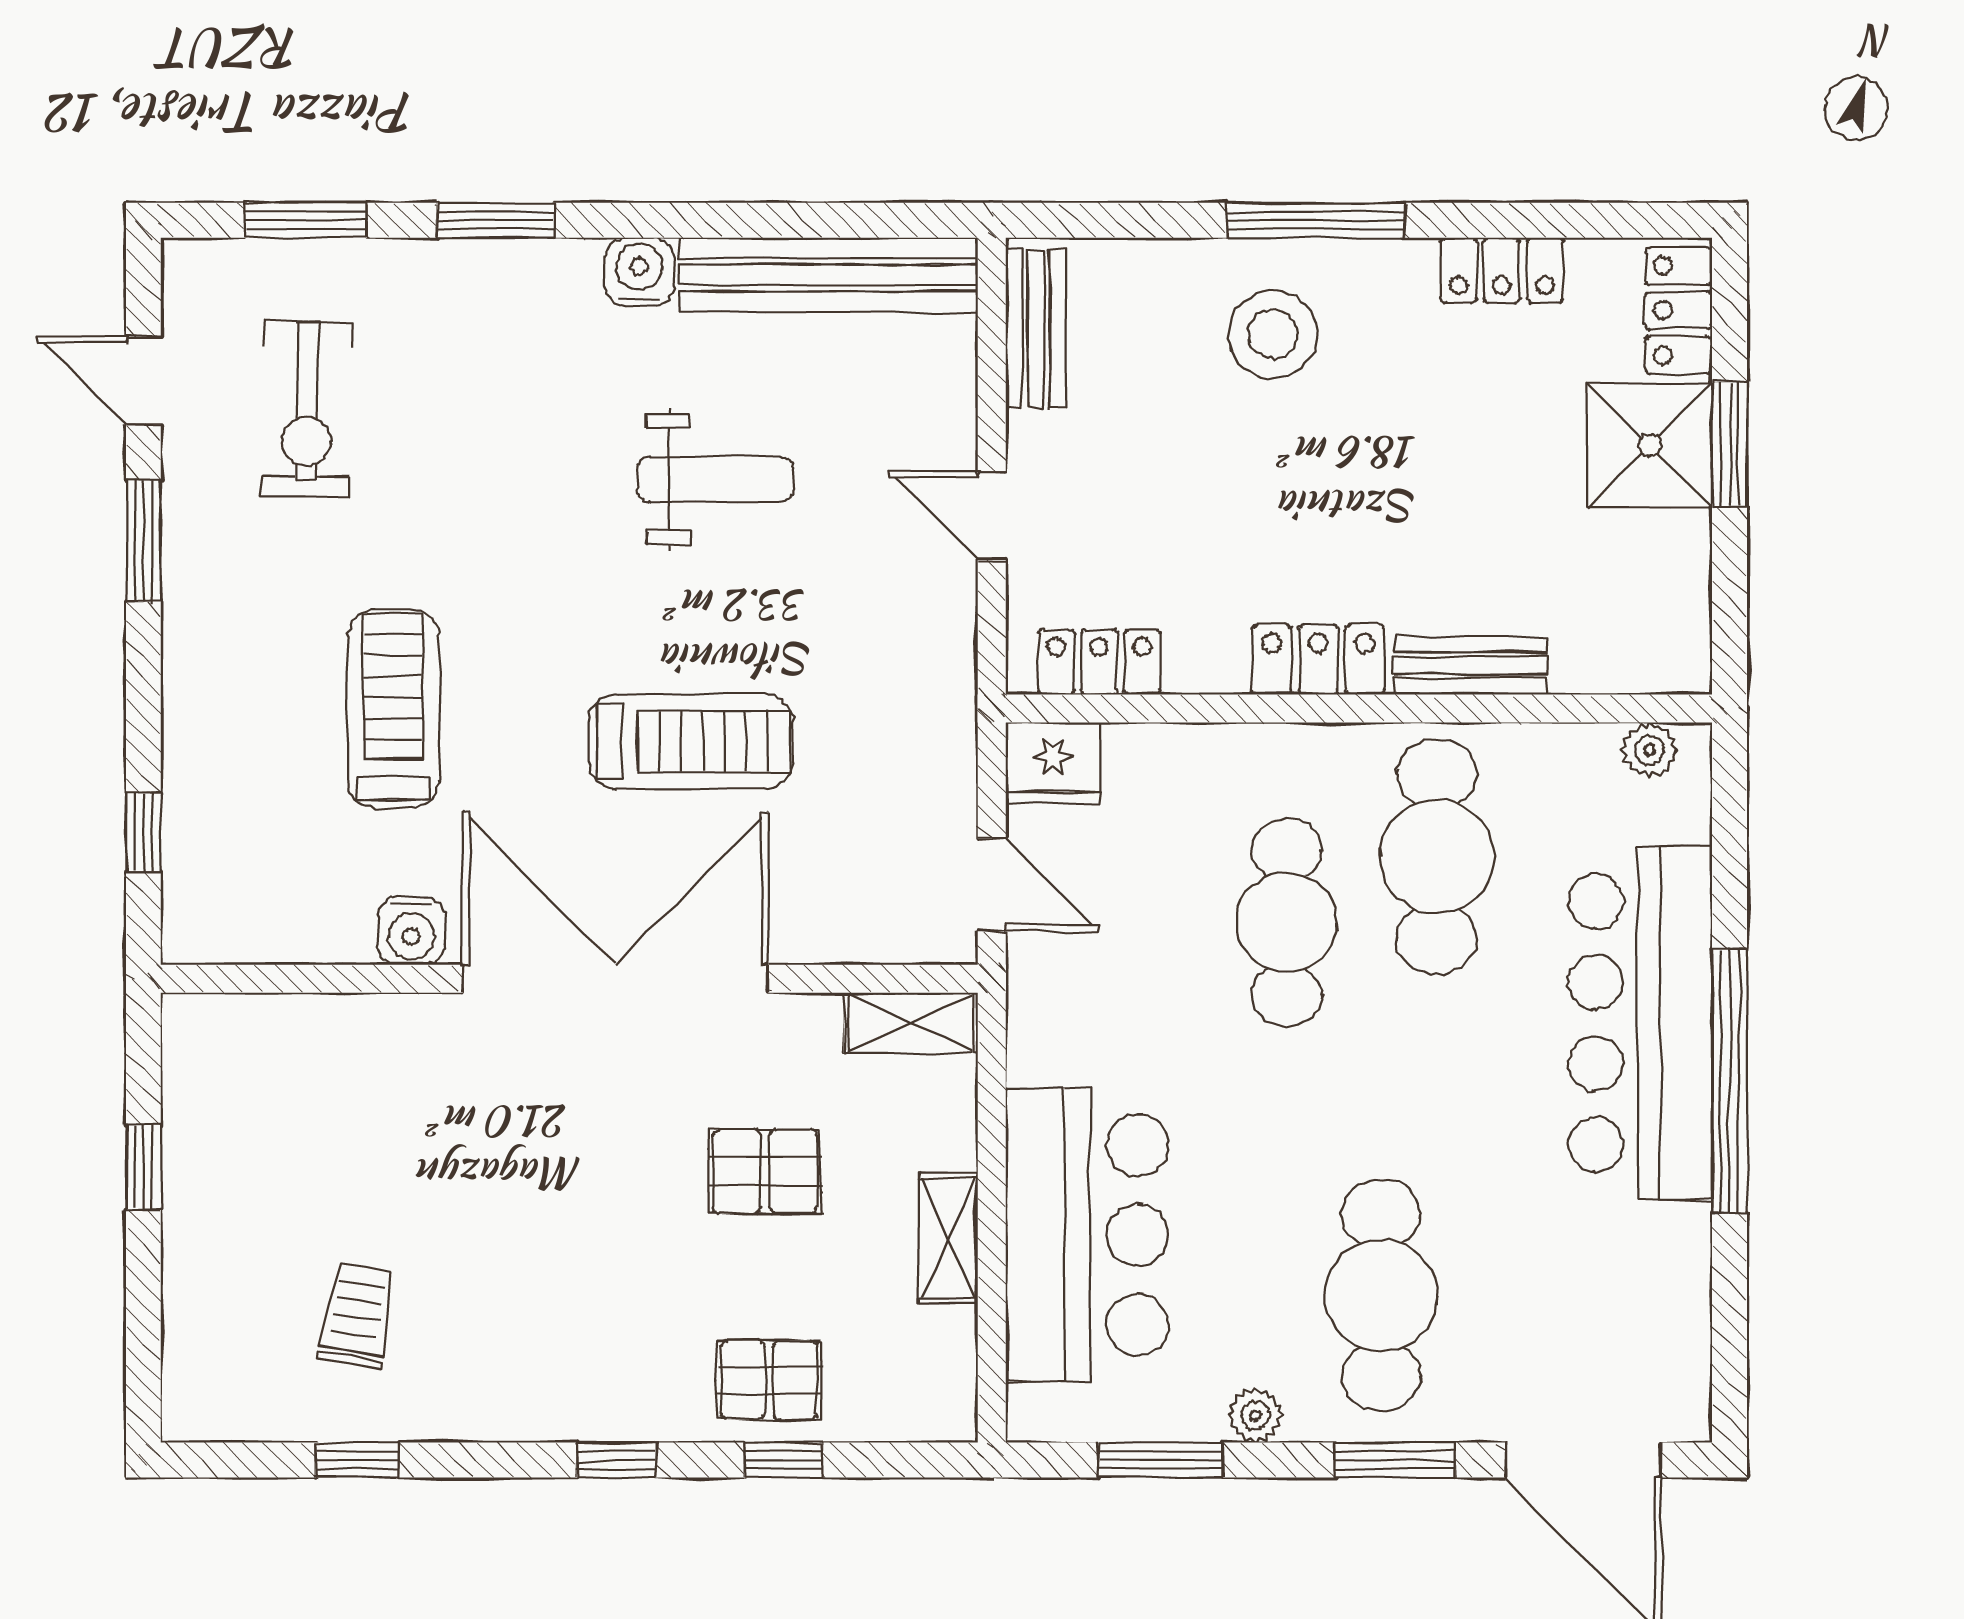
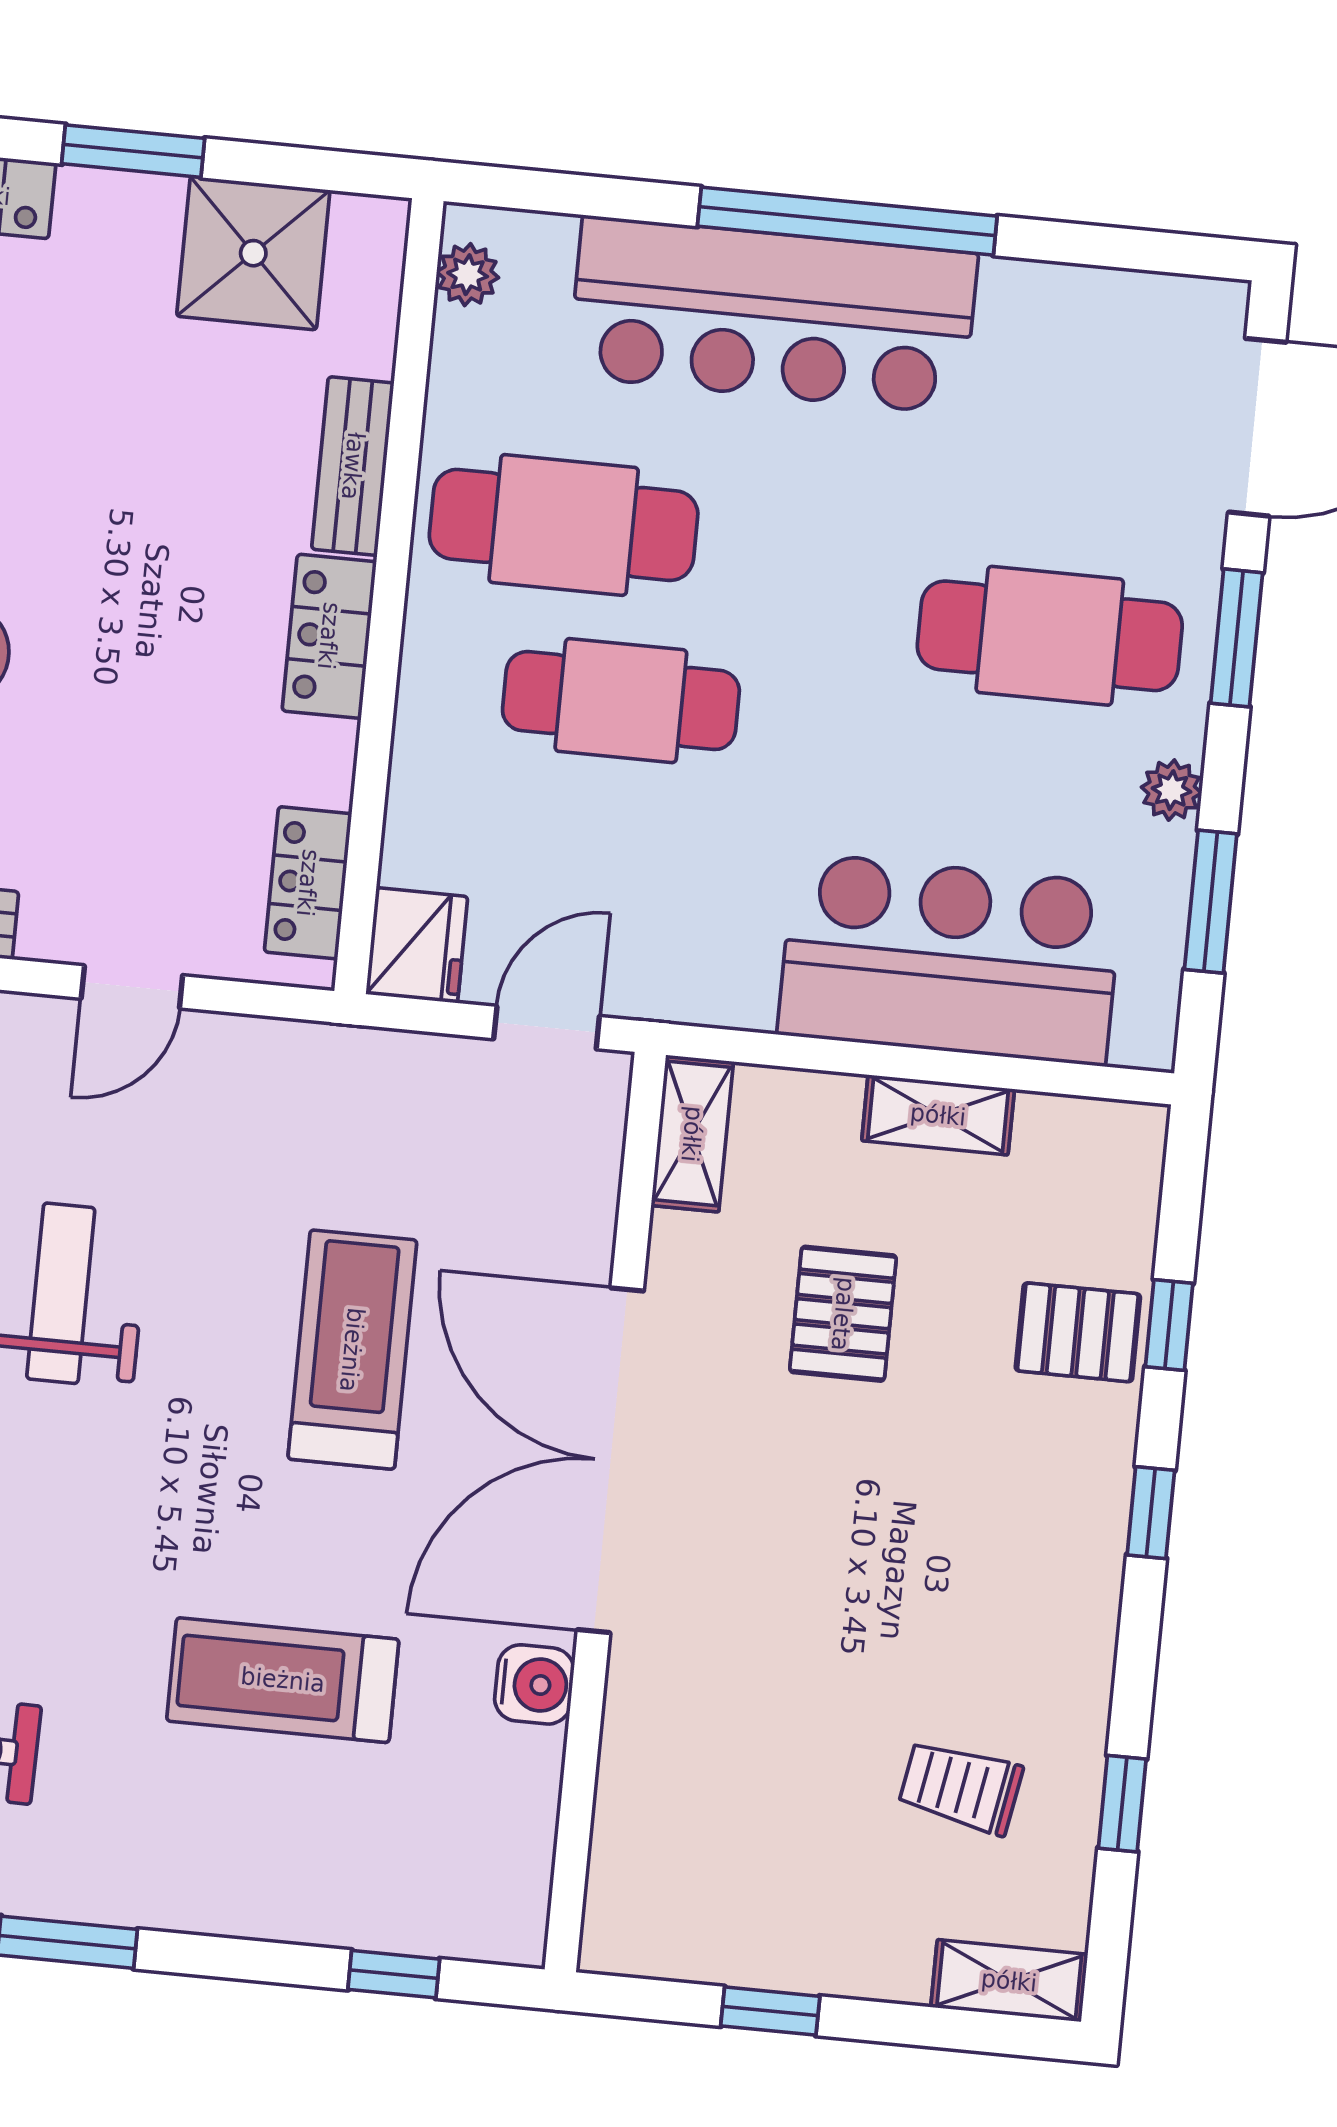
shower: (1650, 445) -> (253, 253), moved
shelving: (191, 1376) -> (1009, 1981), added
pallet: (769, 1380) -> (1078, 1332), turned 90

